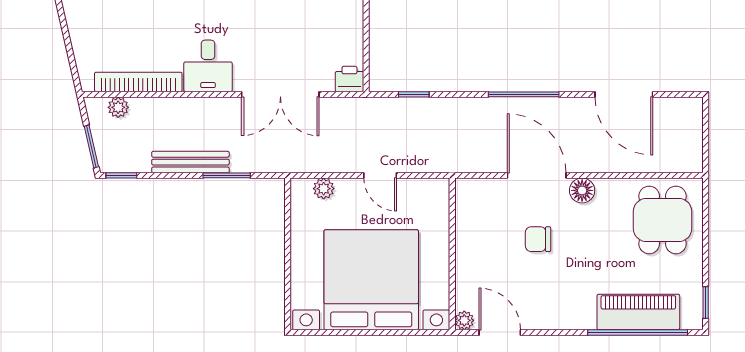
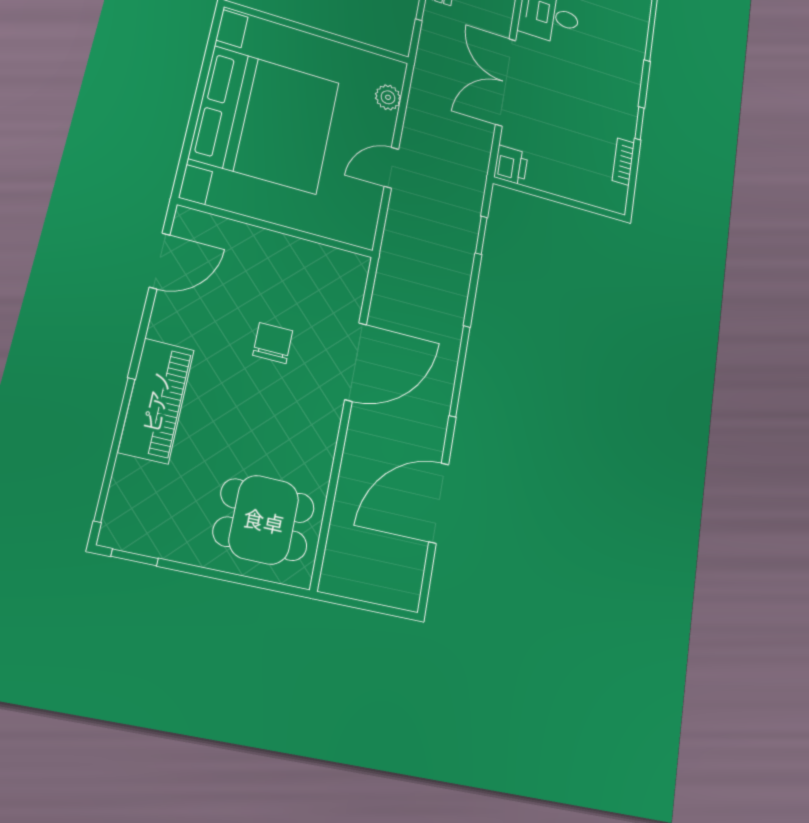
floor lamp: (582, 190) -> (325, 417), removed
piano: (638, 312) -> (156, 401), moved
plant: (464, 320) -> (186, 220), removed

